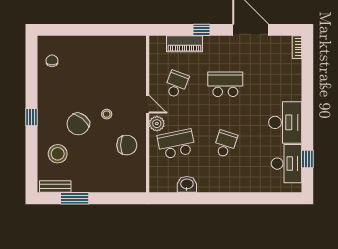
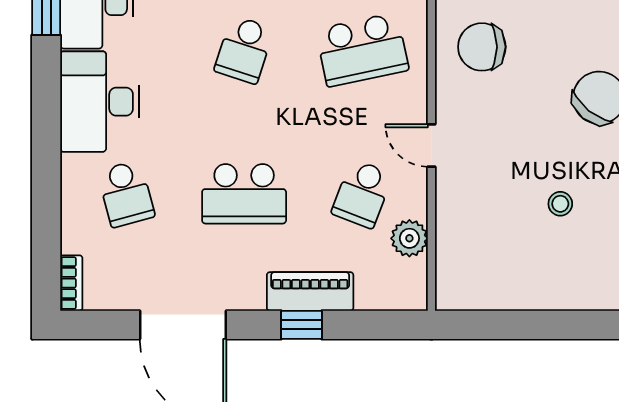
piano: (184, 44) -> (310, 291), moved
school desk: (274, 84) -> (126, 194), added
stool: (107, 114) -> (560, 204), moved
plant: (157, 124) -> (409, 238), moved

